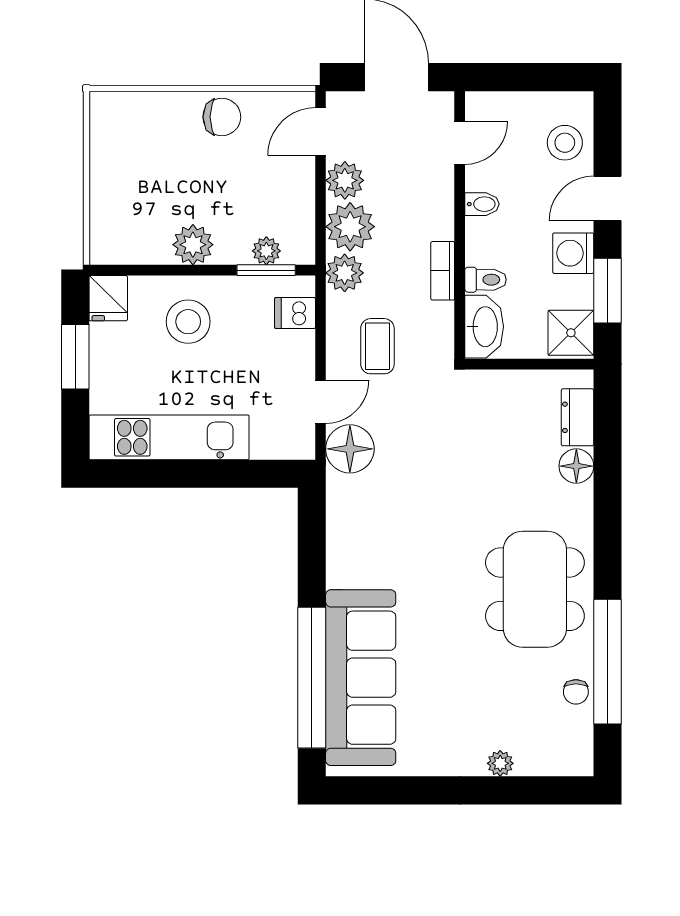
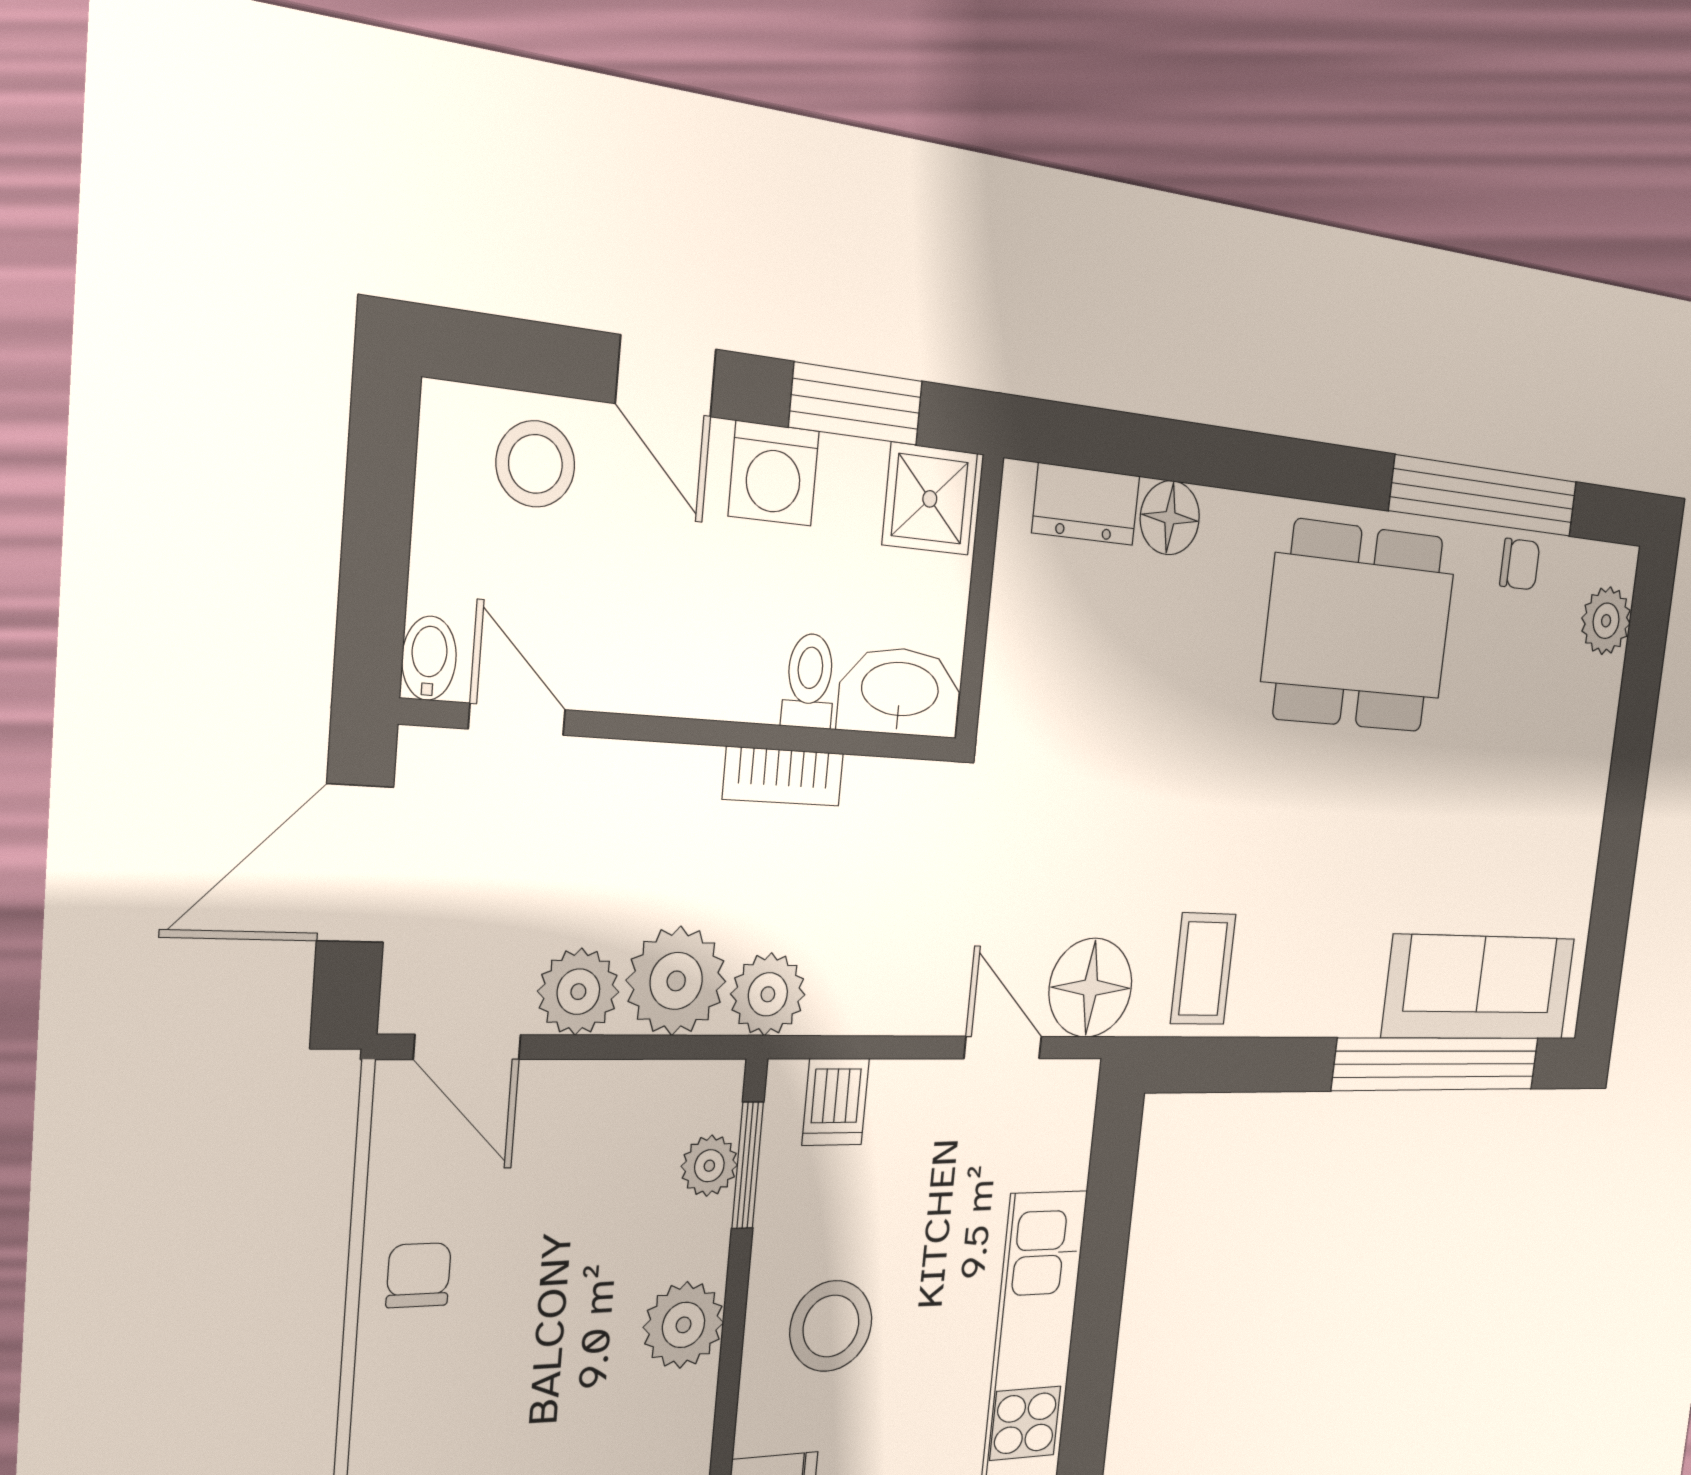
chair: (222, 117) -> (419, 1275), width x0.73, depth x0.73
bidet: (482, 204) -> (429, 658), moved
coffee table: (377, 346) -> (1203, 969), moved, turned 90
sofa: (361, 678) -> (1479, 987), width x0.74, depth x0.79
plant: (500, 763) -> (1606, 621), moved, width x1.38, depth x1.38

